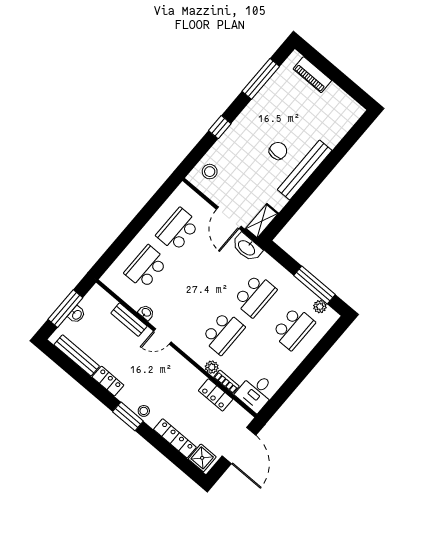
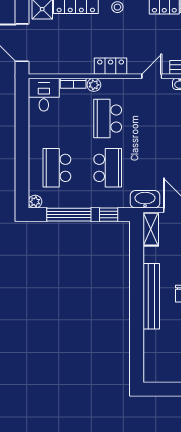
window: (284, 259) -> (109, 215), added
school desk: (255, 295) -> (108, 168), turned 180
plant: (320, 307) -> (35, 202), moved
locker: (216, 395) -> (111, 66), moved

